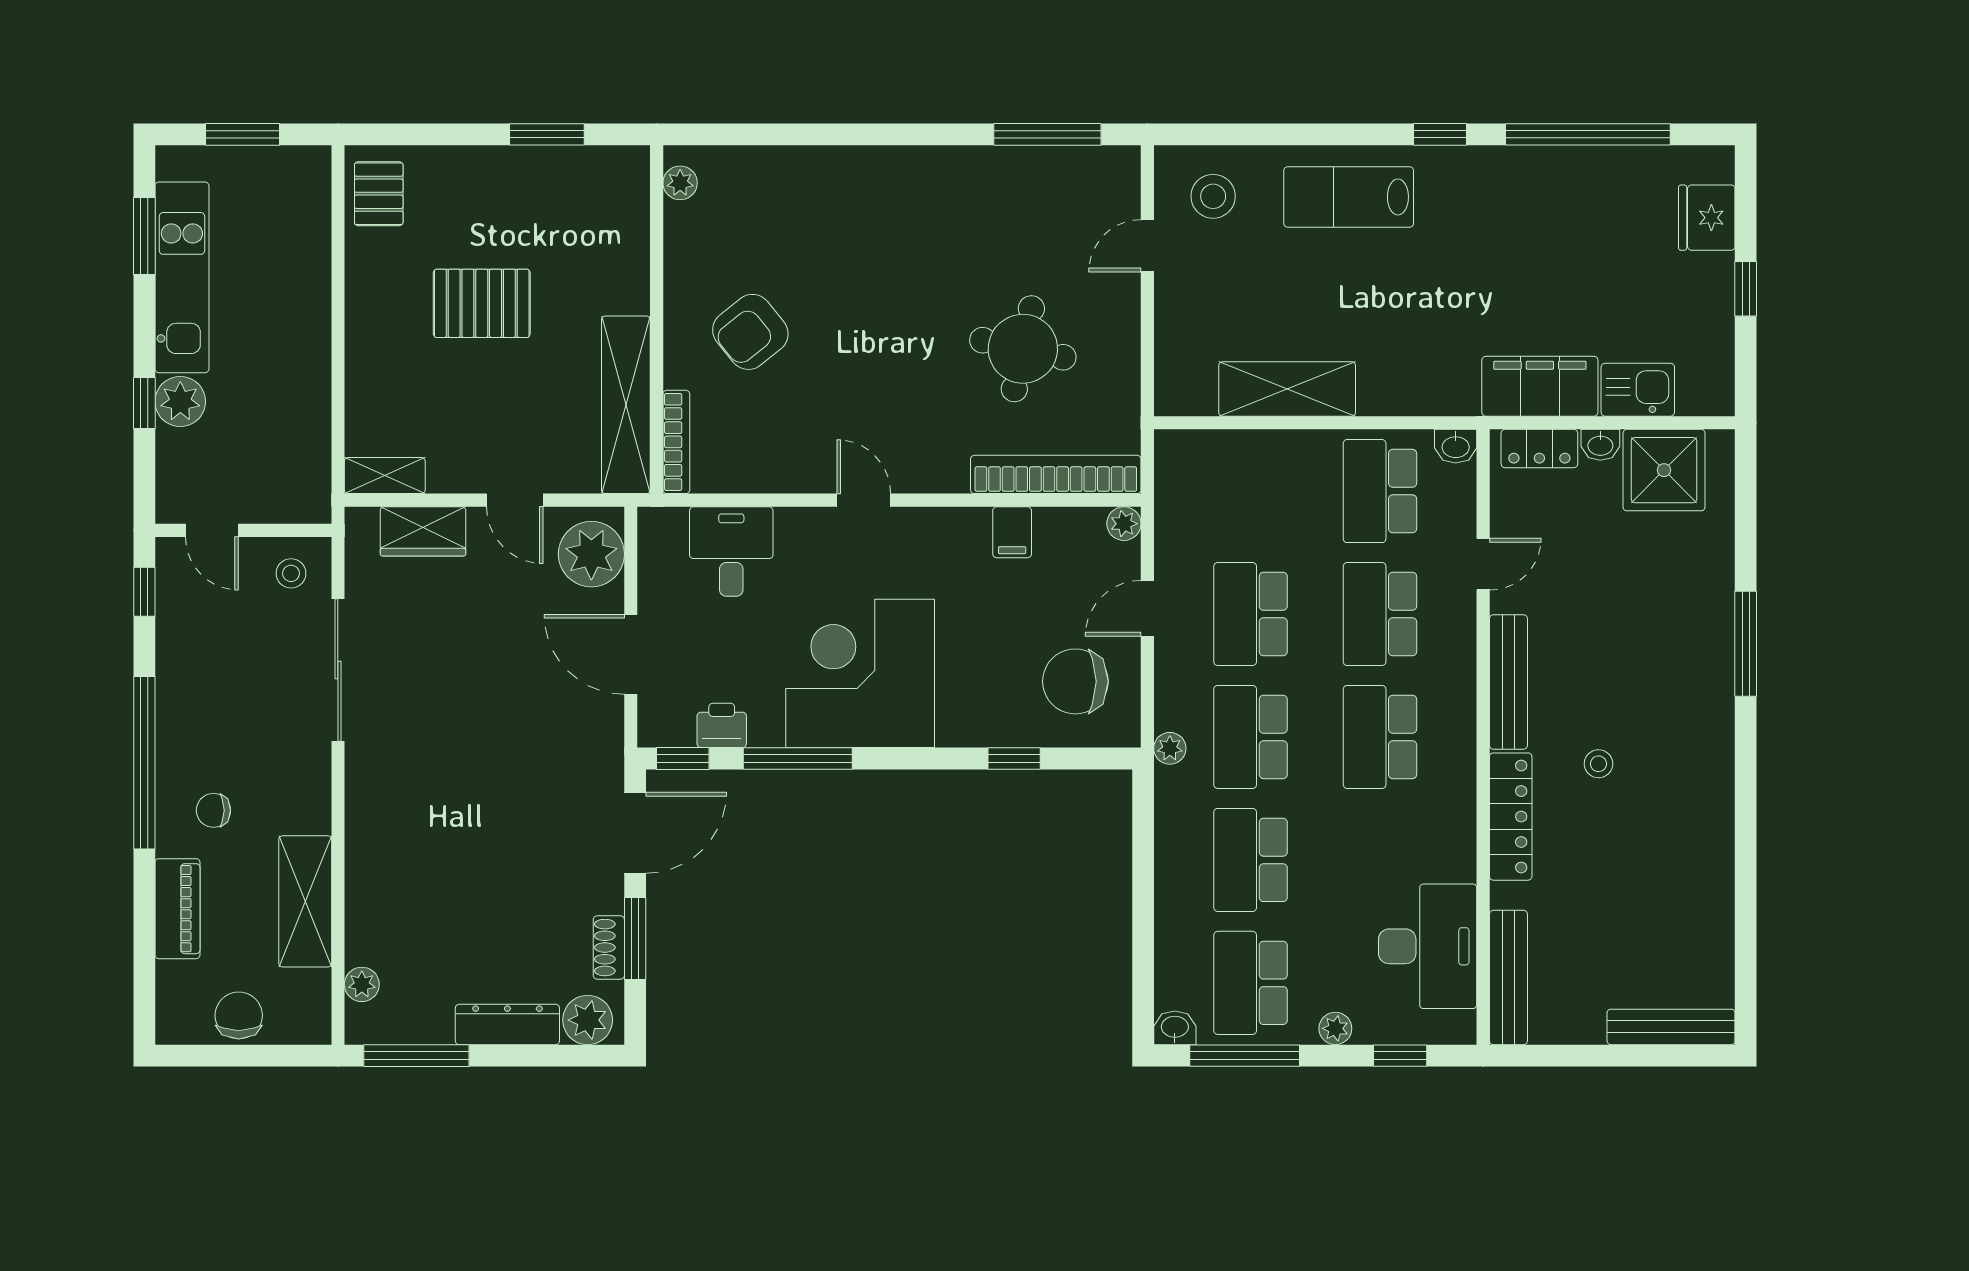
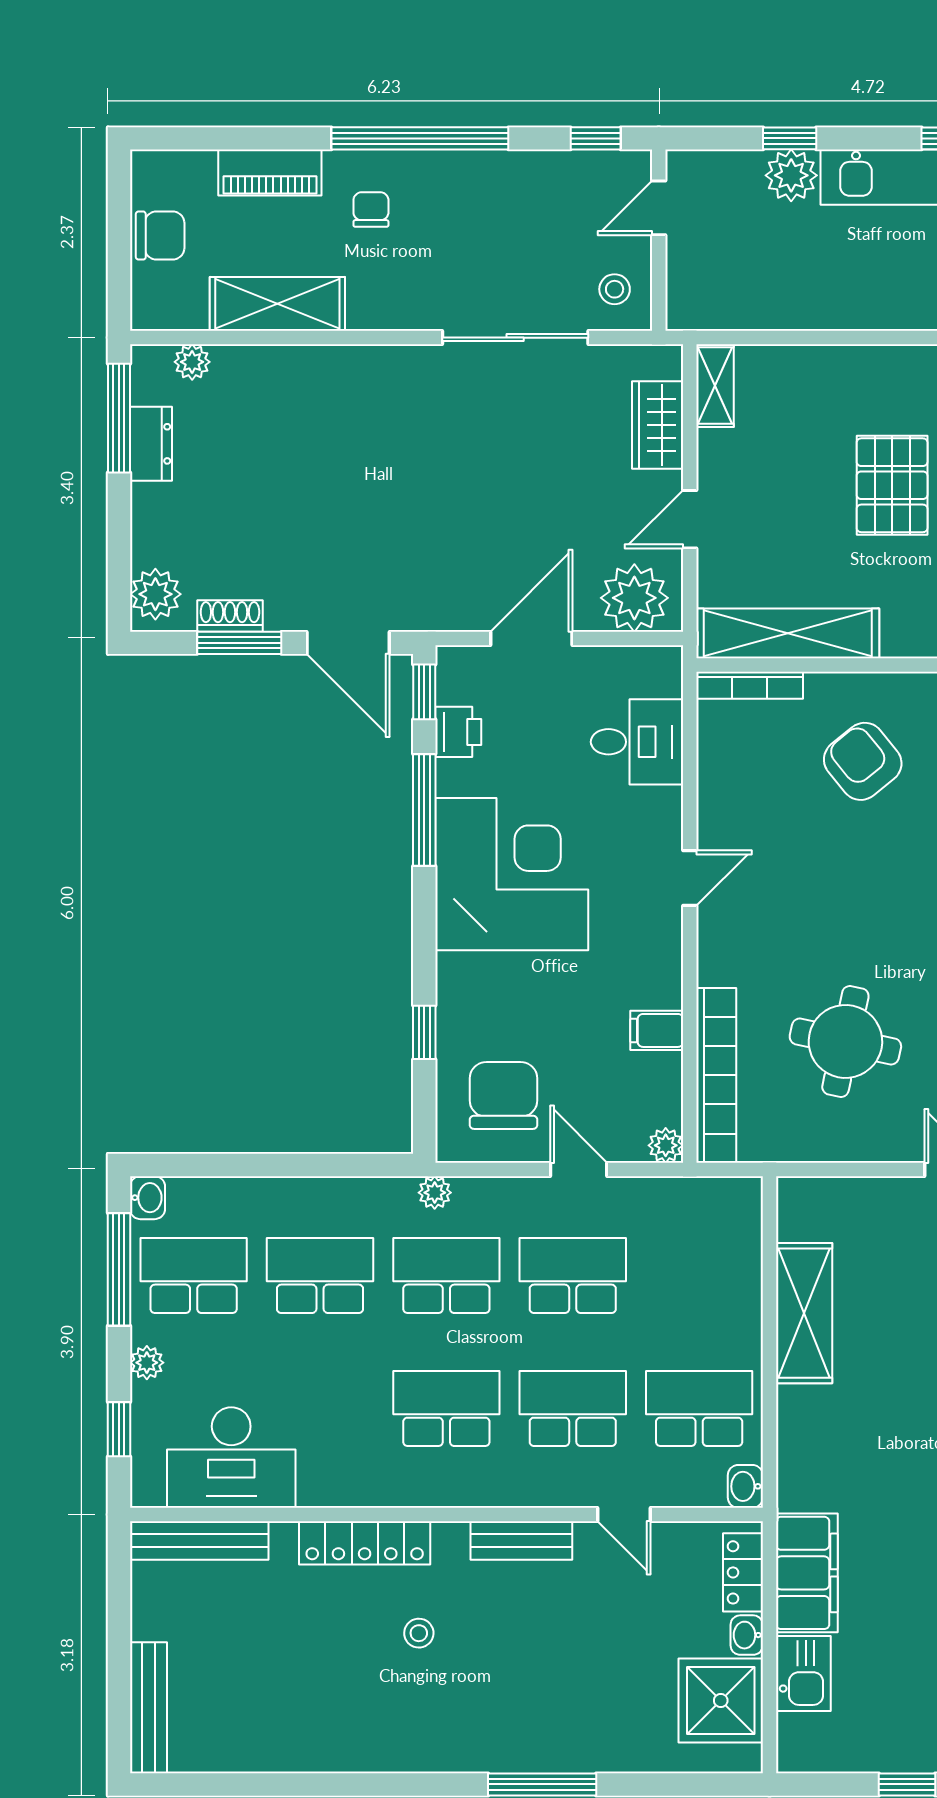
bench: (1508, 682) -> (521, 1541), width x0.73
dresser: (507, 1024) -> (151, 444), moved, width x0.70

